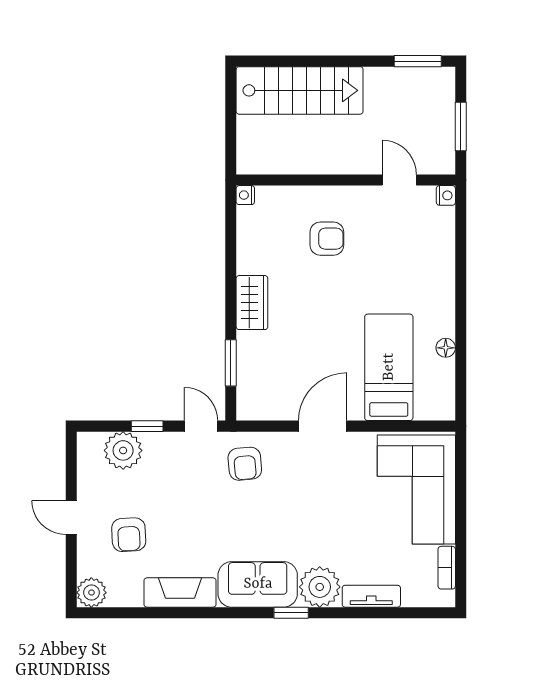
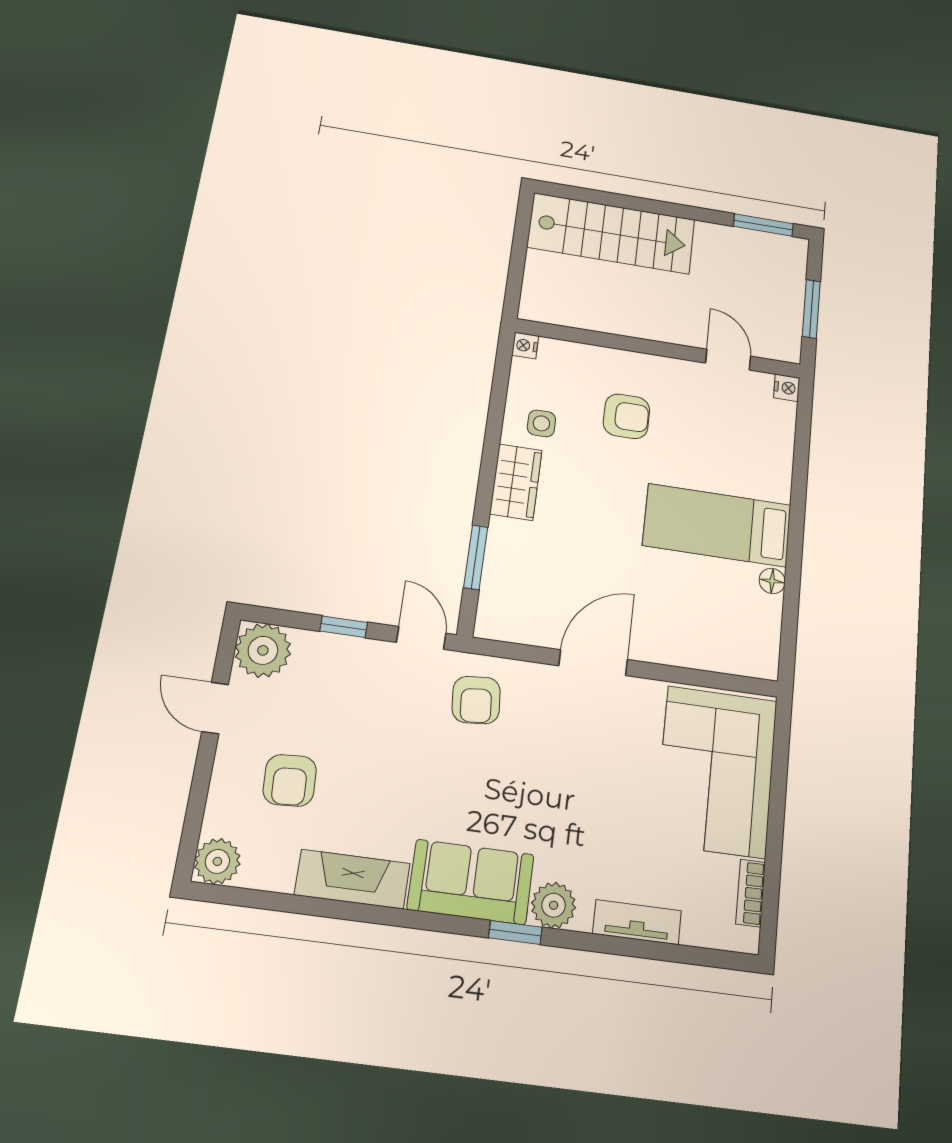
side table: (265, 255) -> (541, 423), added
bed: (389, 367) -> (717, 525), moved, turned -90
plant: (123, 450) -> (263, 650), moved
door: (71, 518) -> (215, 708), moved
plant: (320, 587) -> (554, 905), width x0.73, depth x0.73

